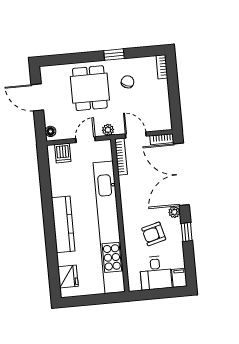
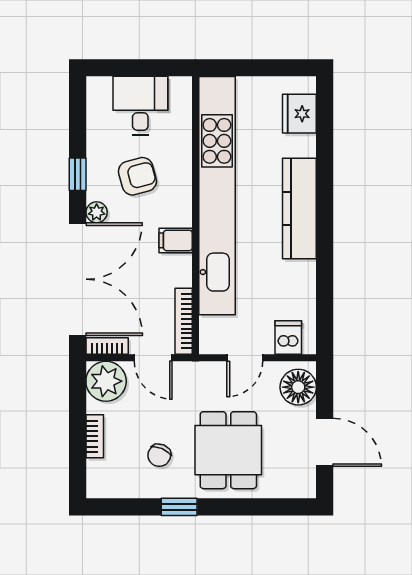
bookcase: (162, 67) -> (95, 436), moved
plant: (108, 130) -> (106, 381), moved, width x1.88, depth x1.88
floor lamp: (50, 131) -> (298, 387), width x1.89, depth x1.89
filing cabinet: (179, 278) -> (176, 240), moved, turned 90

